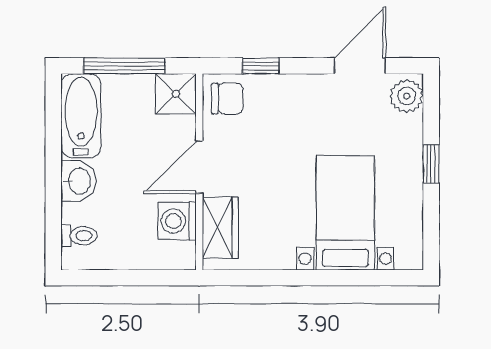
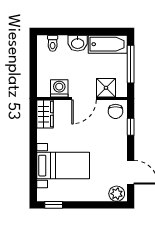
shower: (176, 94) -> (106, 88), moved
window: (431, 164) -> (54, 205), moved
door: (199, 167) -> (84, 98), swing flipped
wardrobe: (220, 228) -> (45, 114), moved, turned -90

